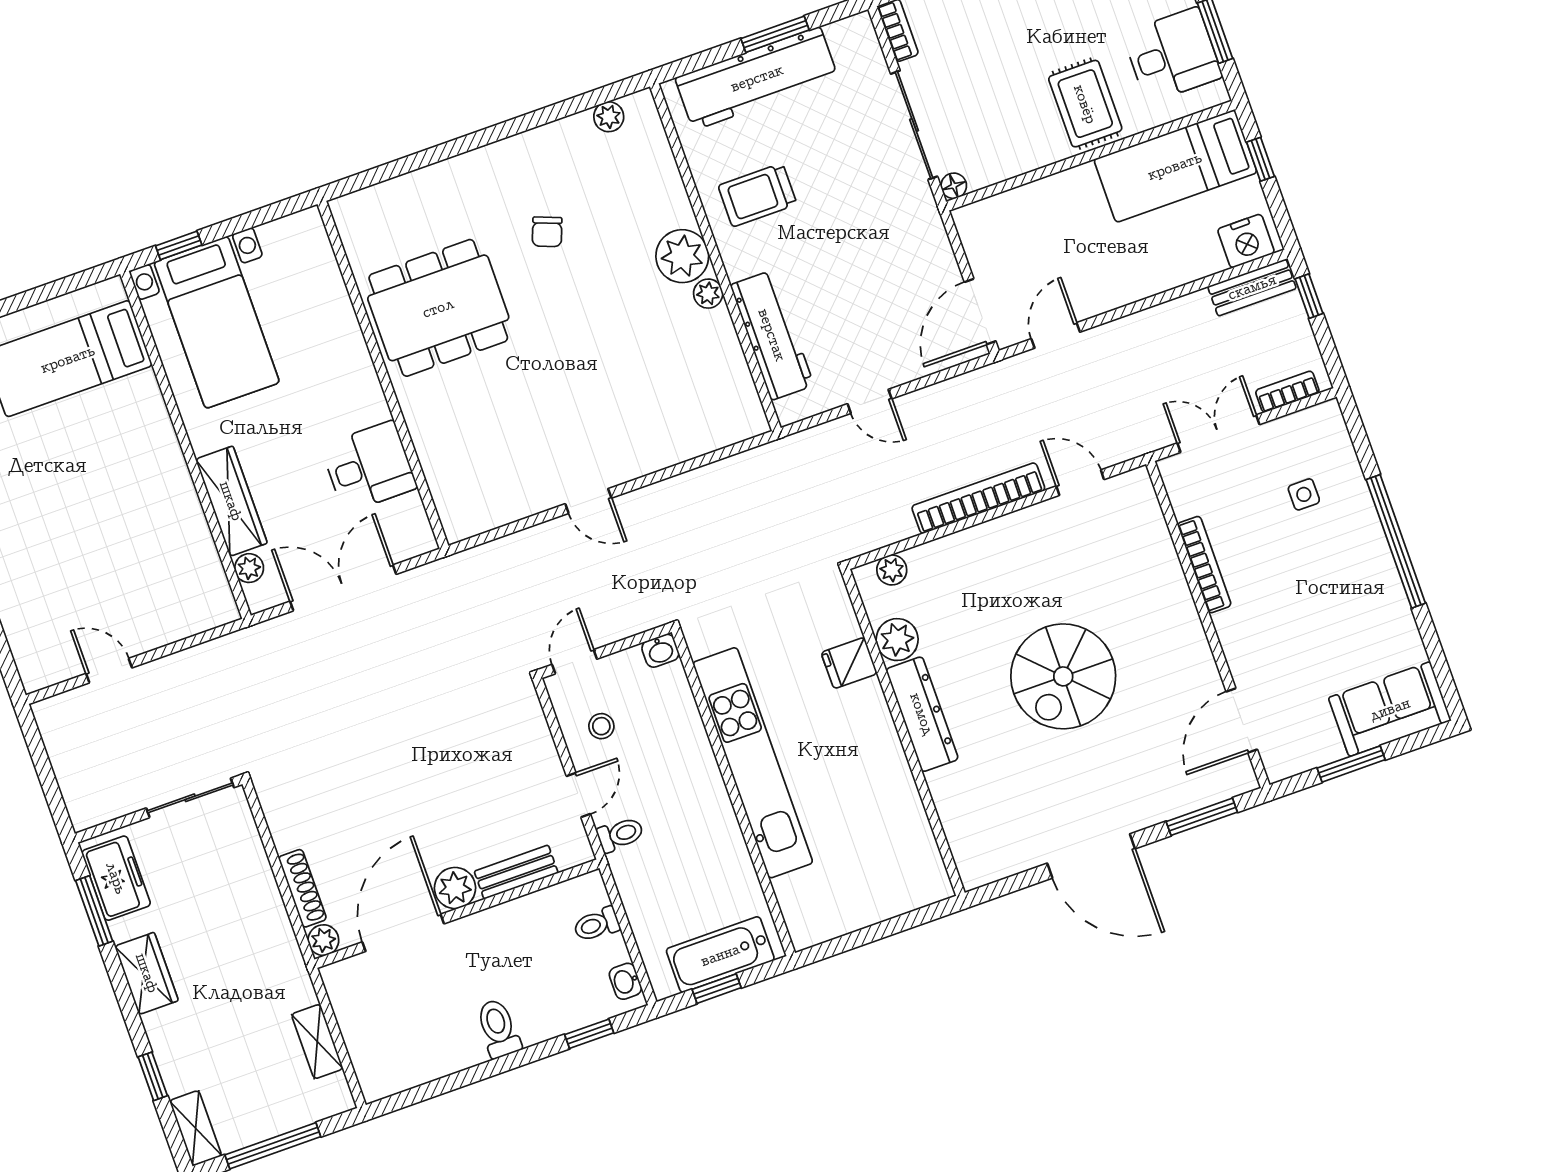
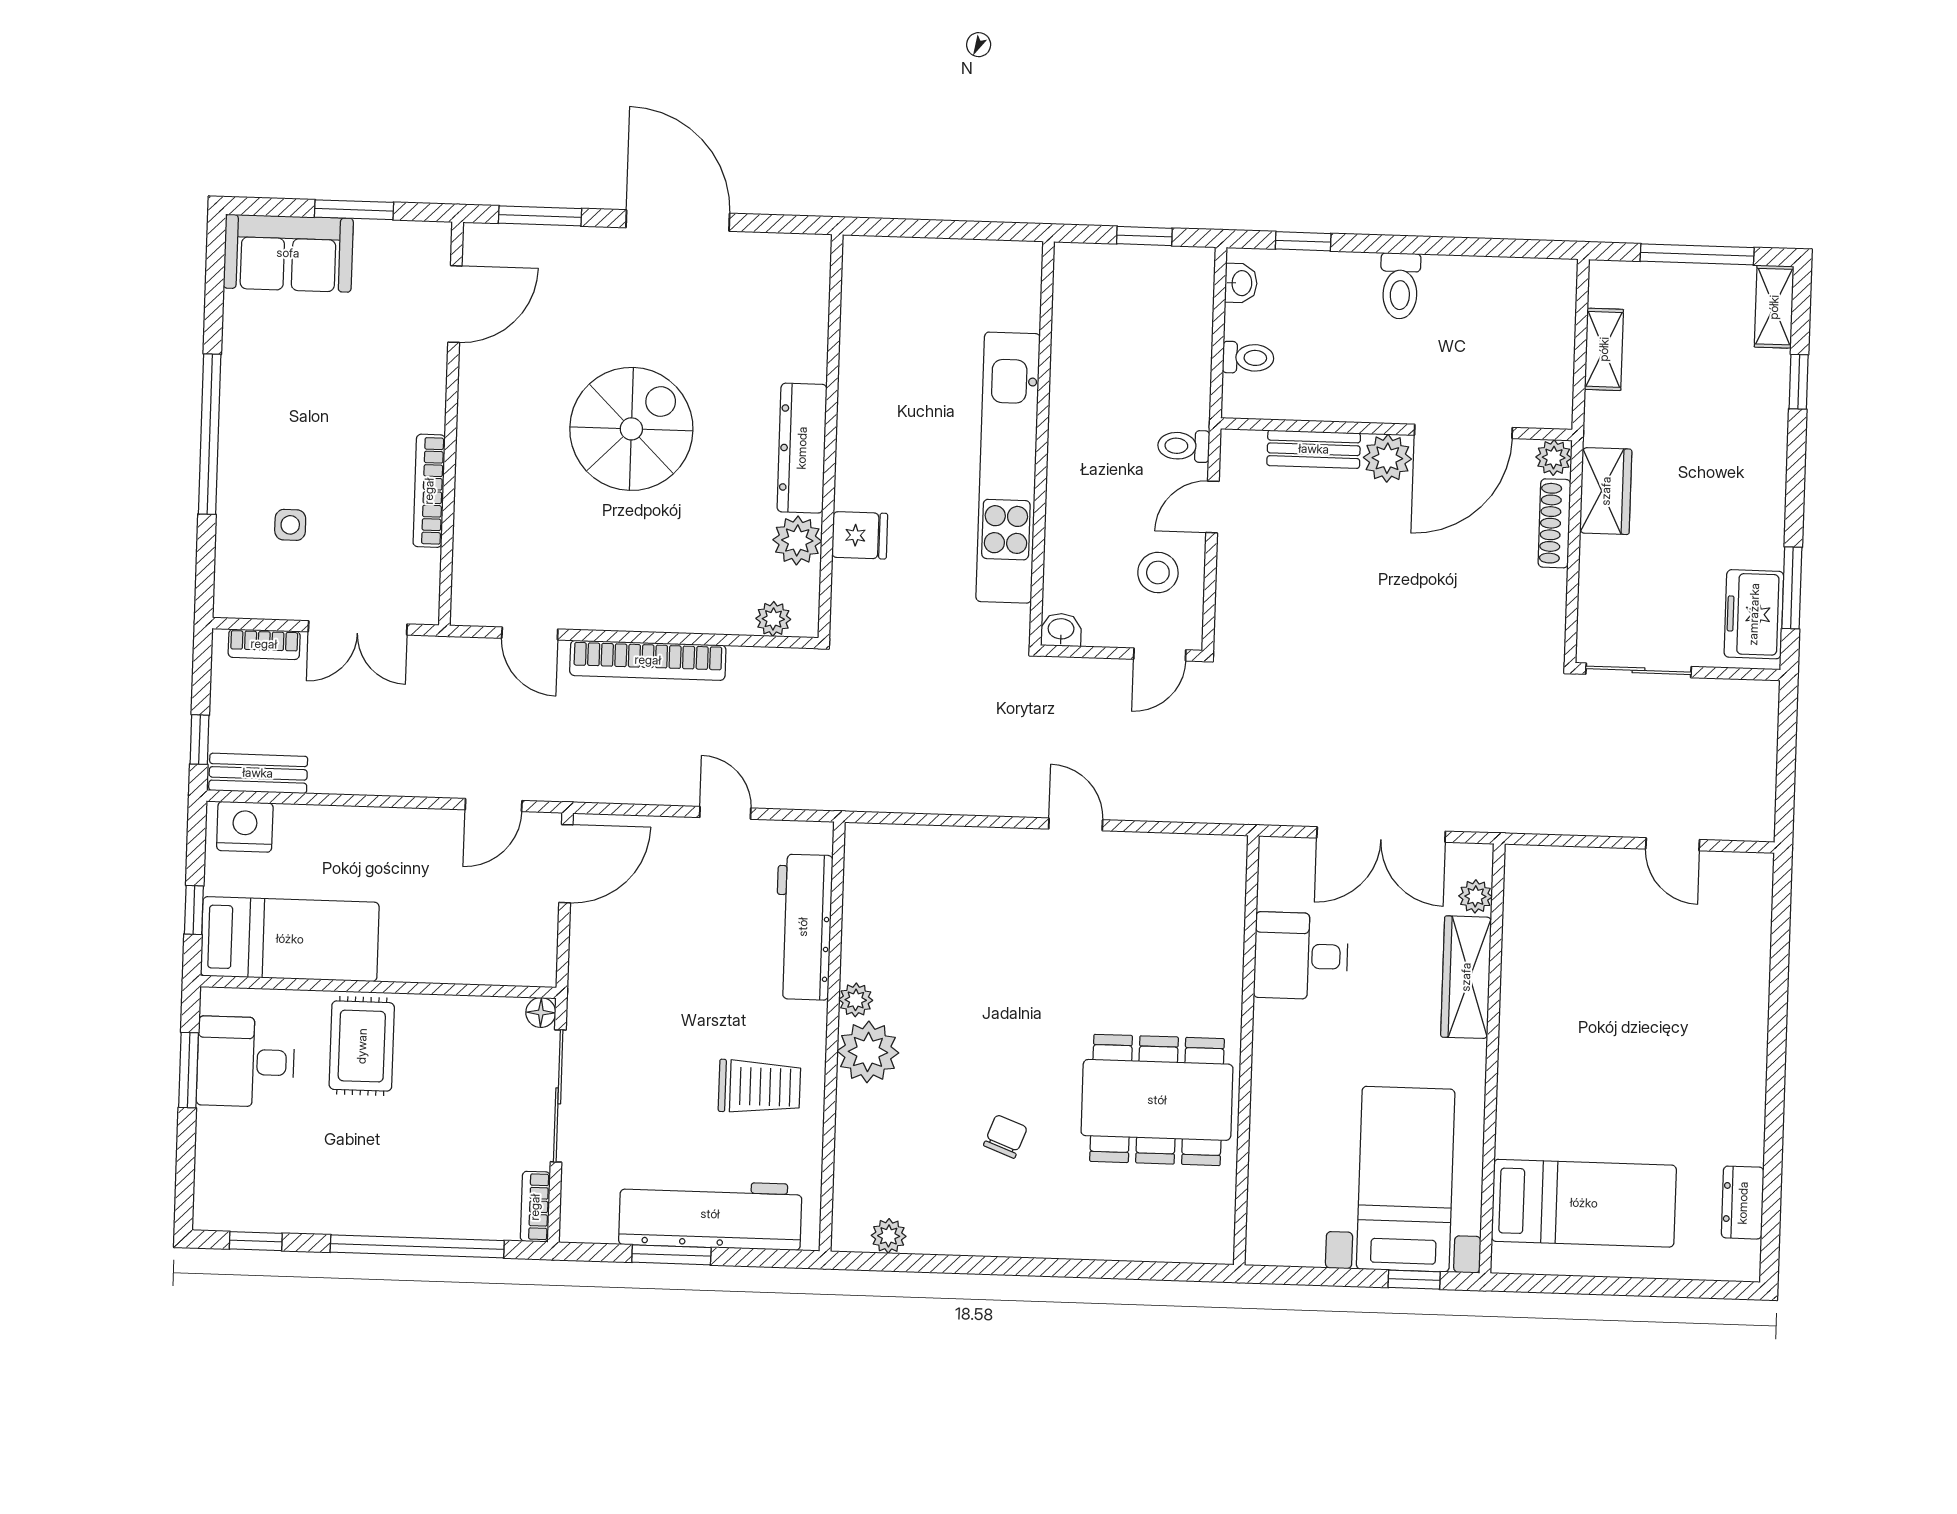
stool: (601, 726) -> (1158, 572), width x1.37, depth x1.37
bathtub: (720, 955) -> (1126, 272), removed
wardrobe: (147, 973) -> (1606, 491), moved, turned 180

